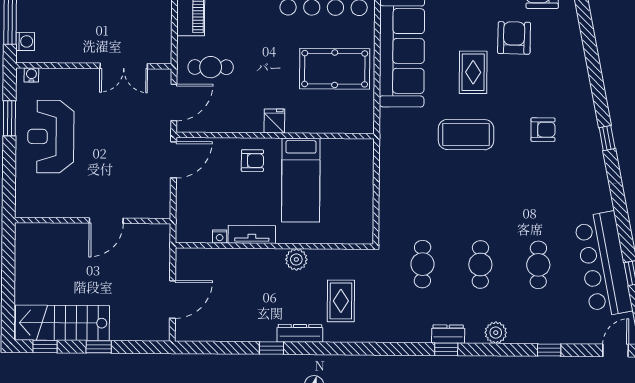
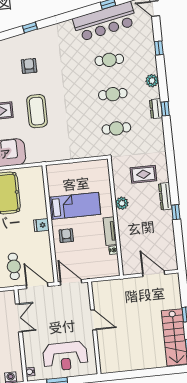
wall: (93, 221) -> (94, 328), moved
door: (106, 221) -> (94, 320), moved

